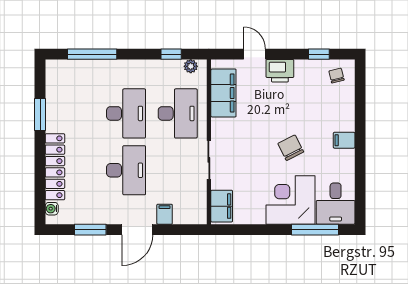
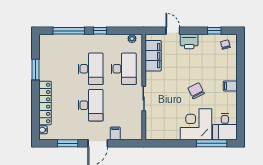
window: (171, 54) -> (100, 31), moved
filing cabinet: (222, 206) -> (152, 128), removed

